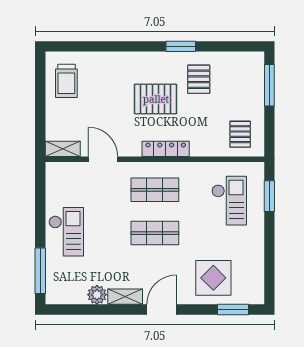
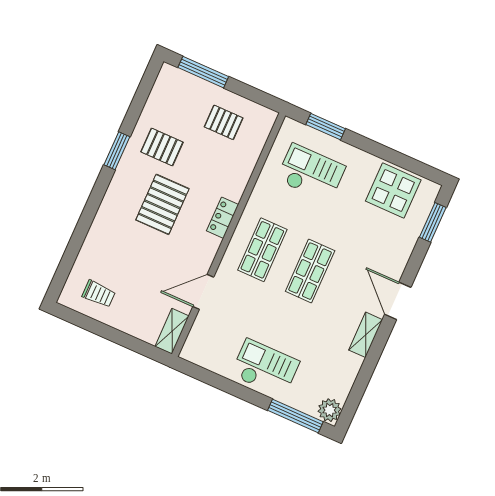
trolley: (66, 81) -> (99, 294), width x0.73, depth x0.72
pallet: (240, 134) -> (224, 122), moved
locker: (166, 149) -> (223, 218), width x0.66
display table: (213, 278) -> (393, 190), moved
plant: (97, 295) -> (330, 410), moved

